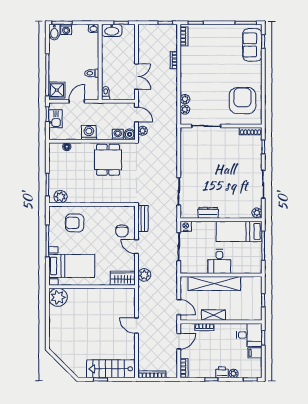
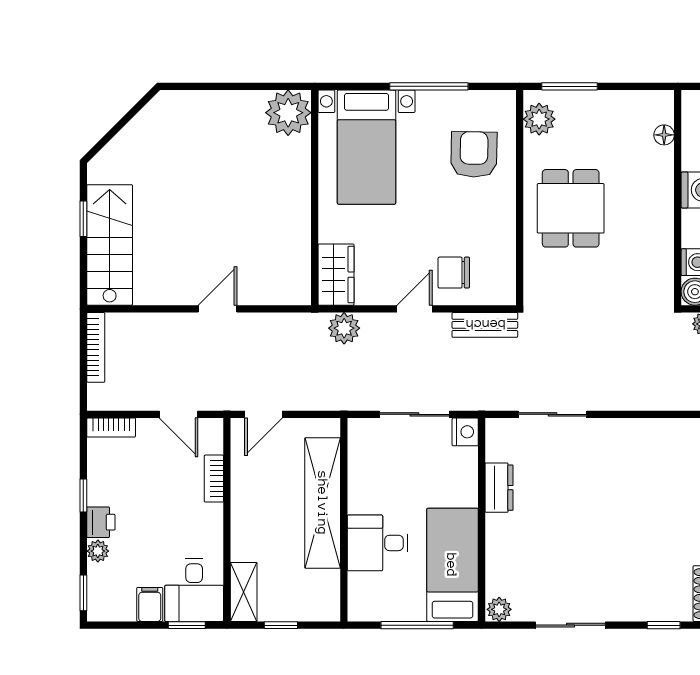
dining table: (108, 160) -> (571, 208), moved, turned 90
desk: (219, 261) -> (378, 543), moved
shelving: (214, 315) -> (244, 592), moved

